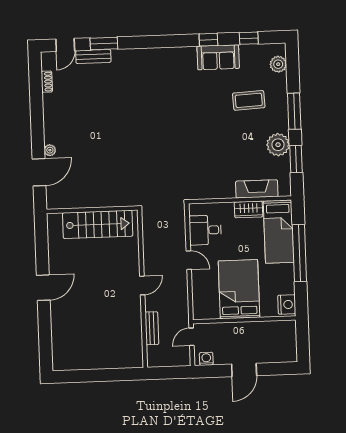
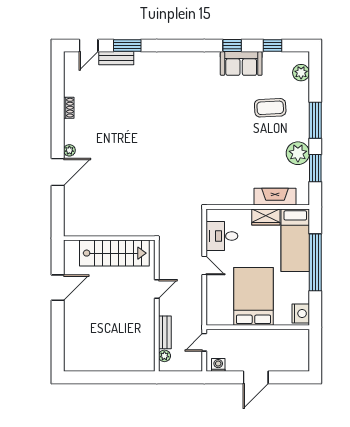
shoe rack: (47, 82) -> (69, 108), moved
wall: (92, 210) -> (109, 238), moved
stairs: (98, 224) -> (114, 253), moved
plant: (152, 352) -> (164, 356), added

